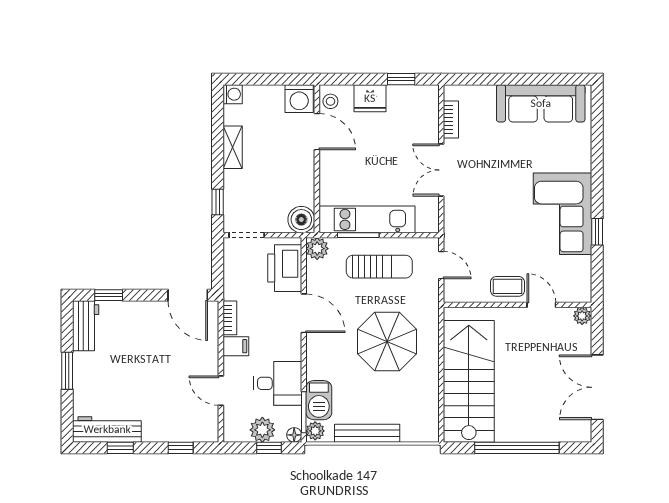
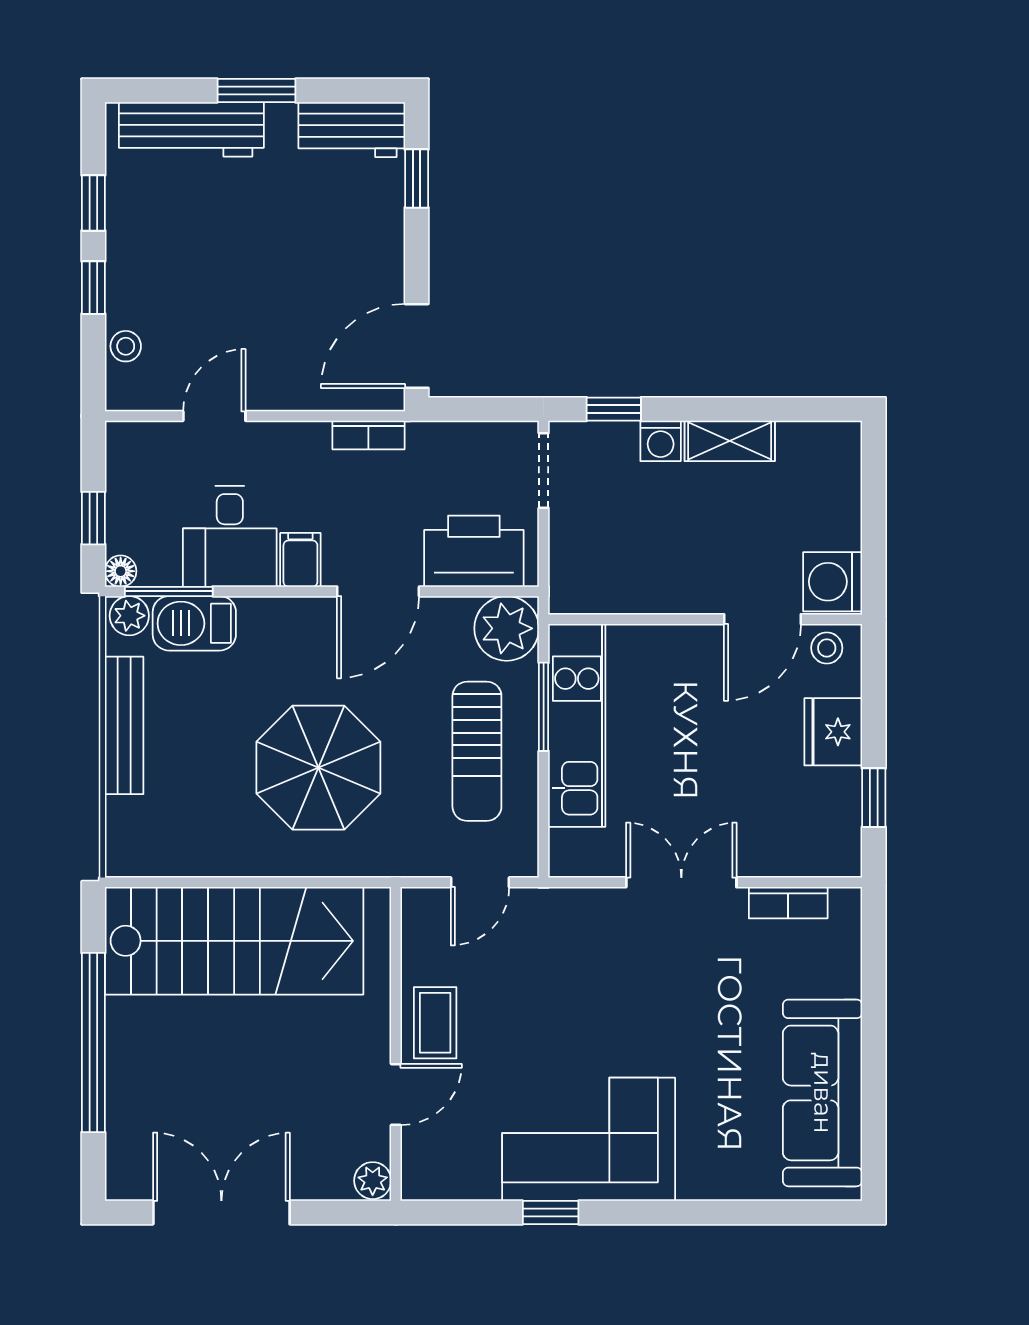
washing machine: (233, 94) -> (661, 441), moved
boiler: (301, 220) -> (576, 586), removed
plant: (317, 249) -> (507, 628), width x1.36, depth x1.36
filing cabinet: (236, 346) -> (300, 560), moved, turned 180
workbench: (107, 429) -> (191, 129), moved, turned 90
plant: (262, 430) -> (132, 504), removed
stool: (188, 433) -> (126, 346), added
window: (181, 448) -> (93, 288), moved

